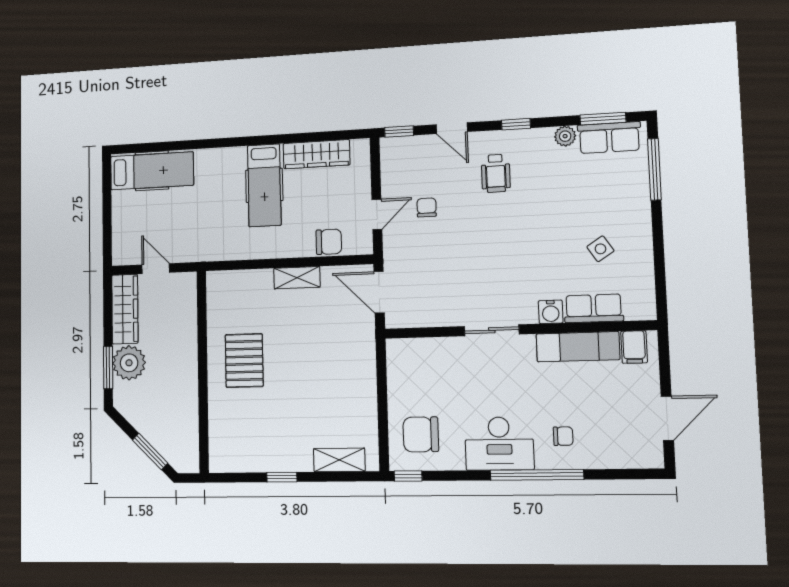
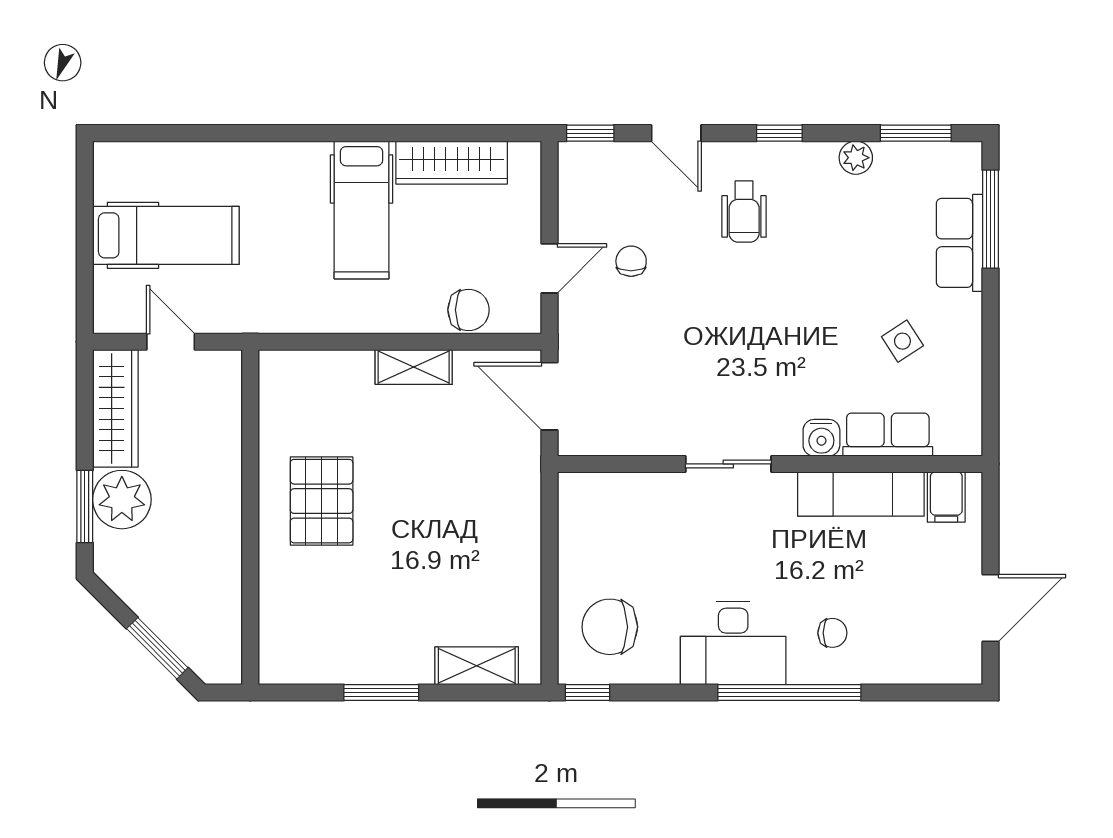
row of seats: (609, 138) -> (960, 243), moved, turned 90
hospital bed: (152, 171) -> (166, 235), moved
window: (282, 477) -> (381, 692), width x1.50

